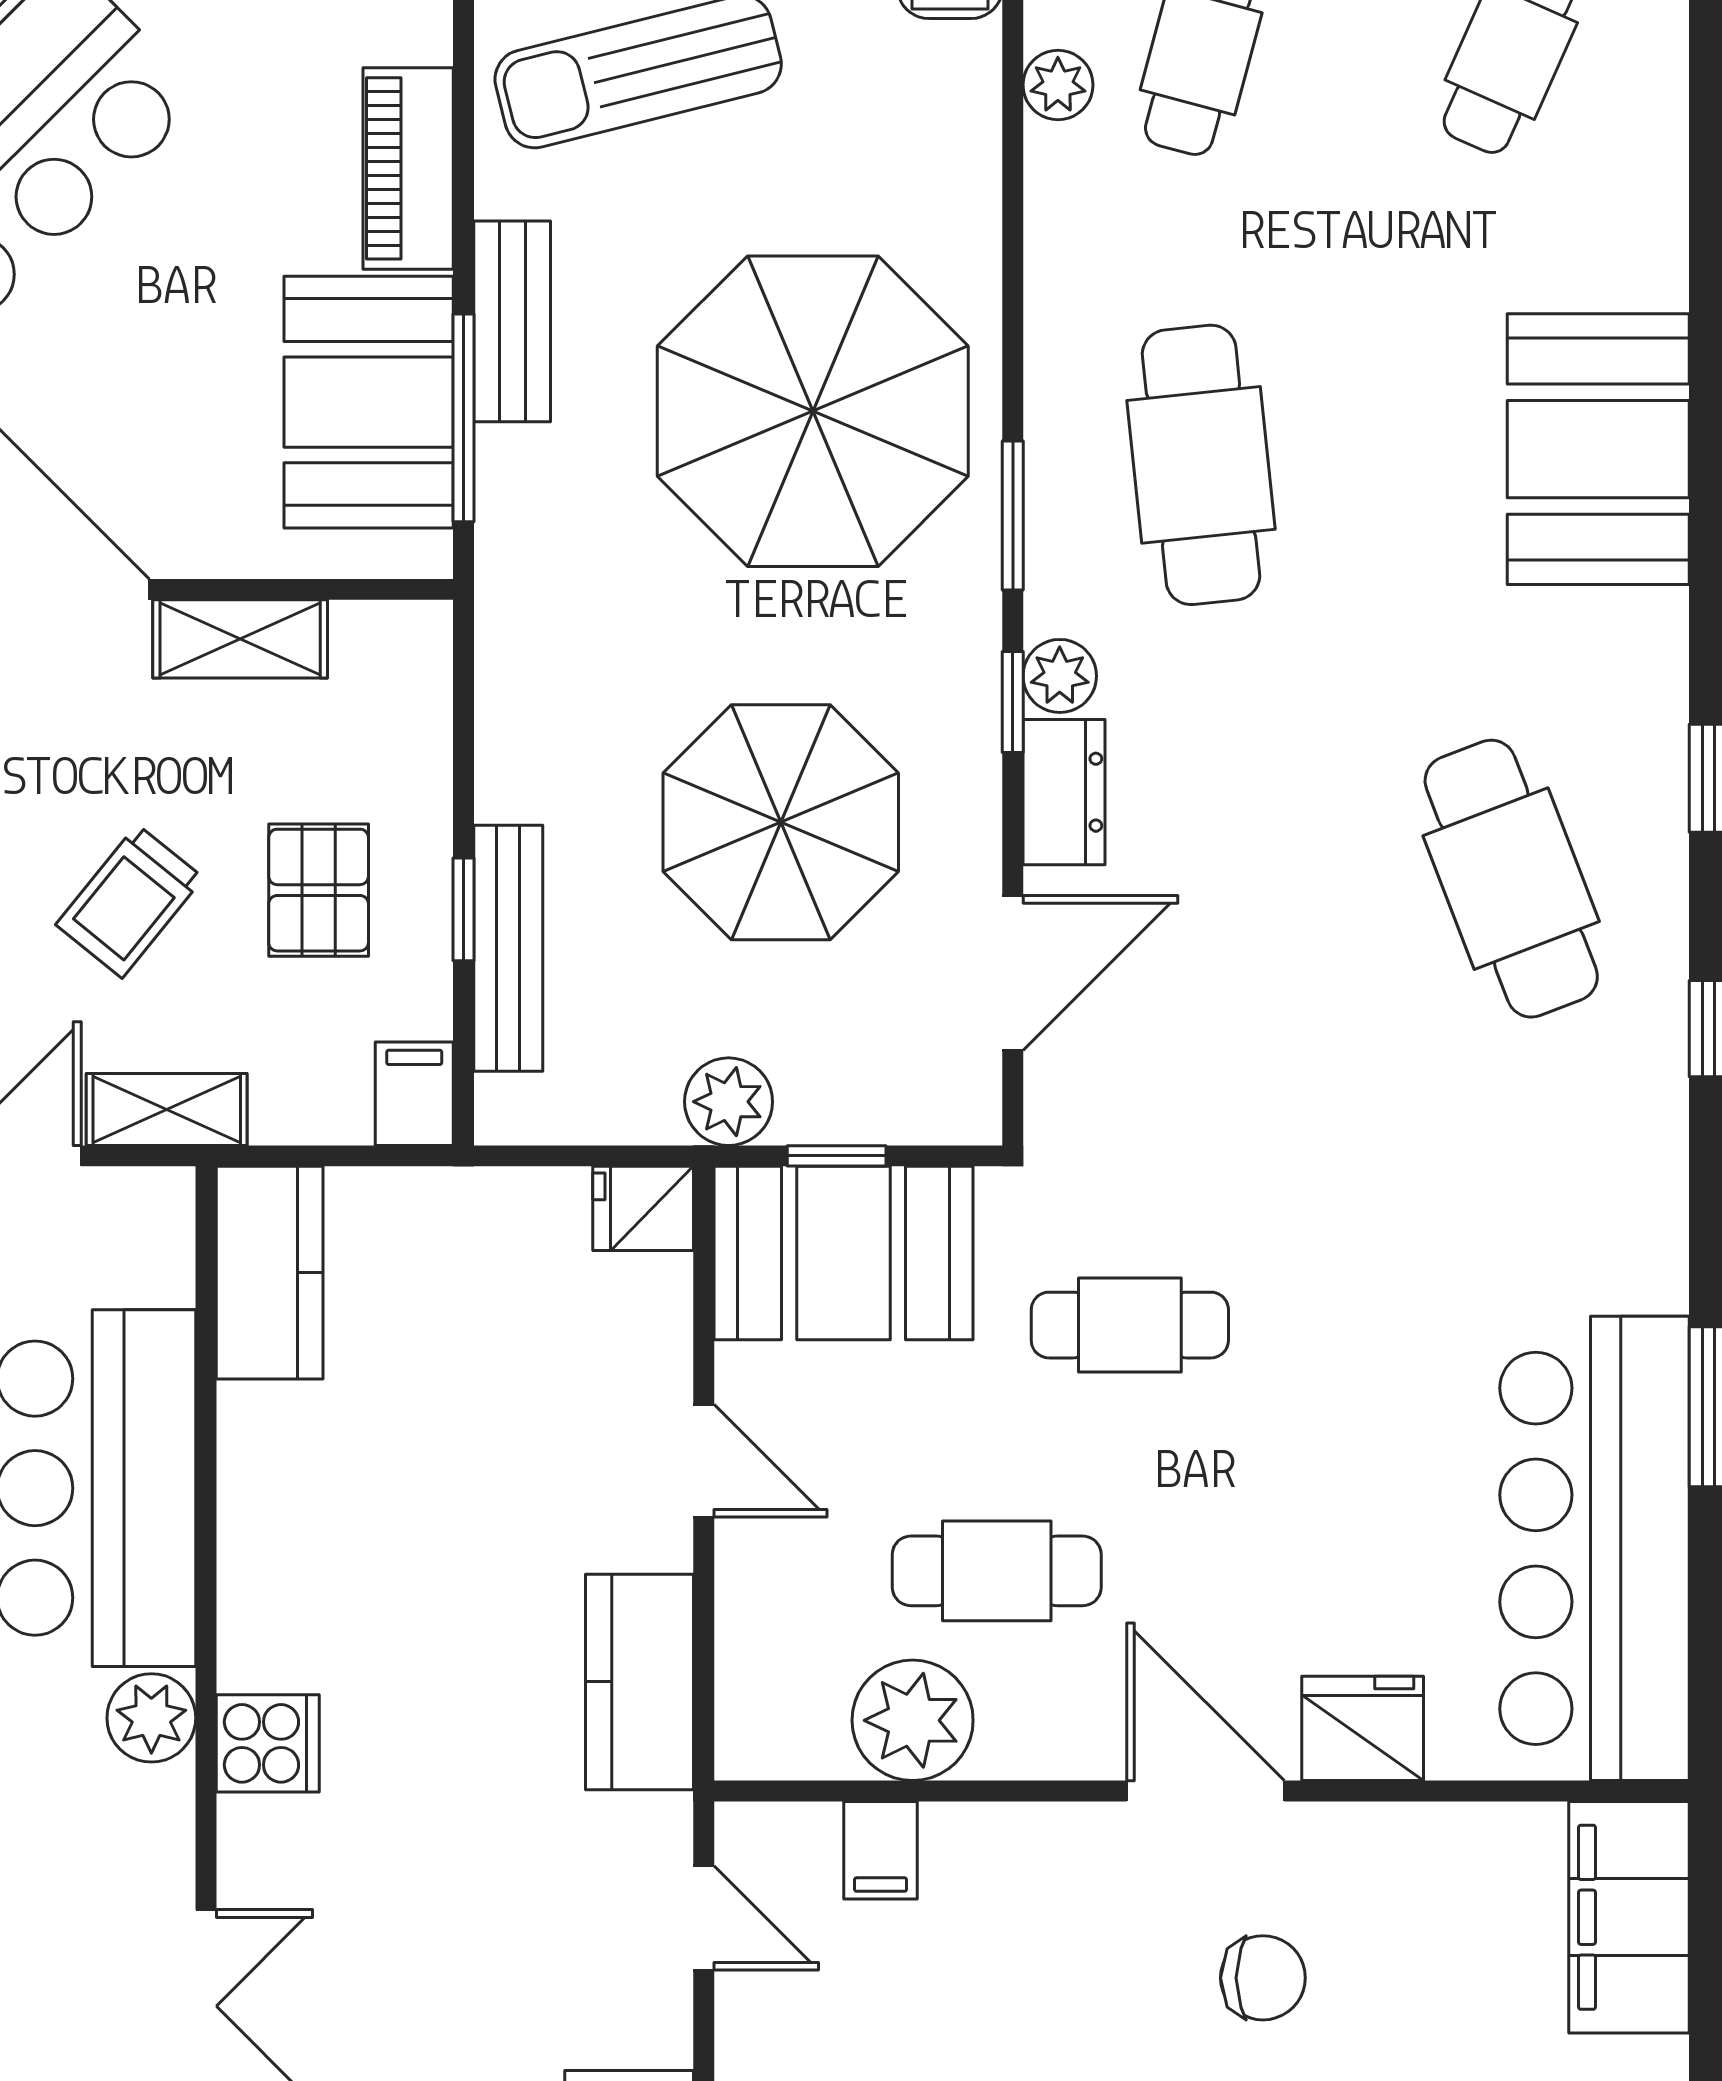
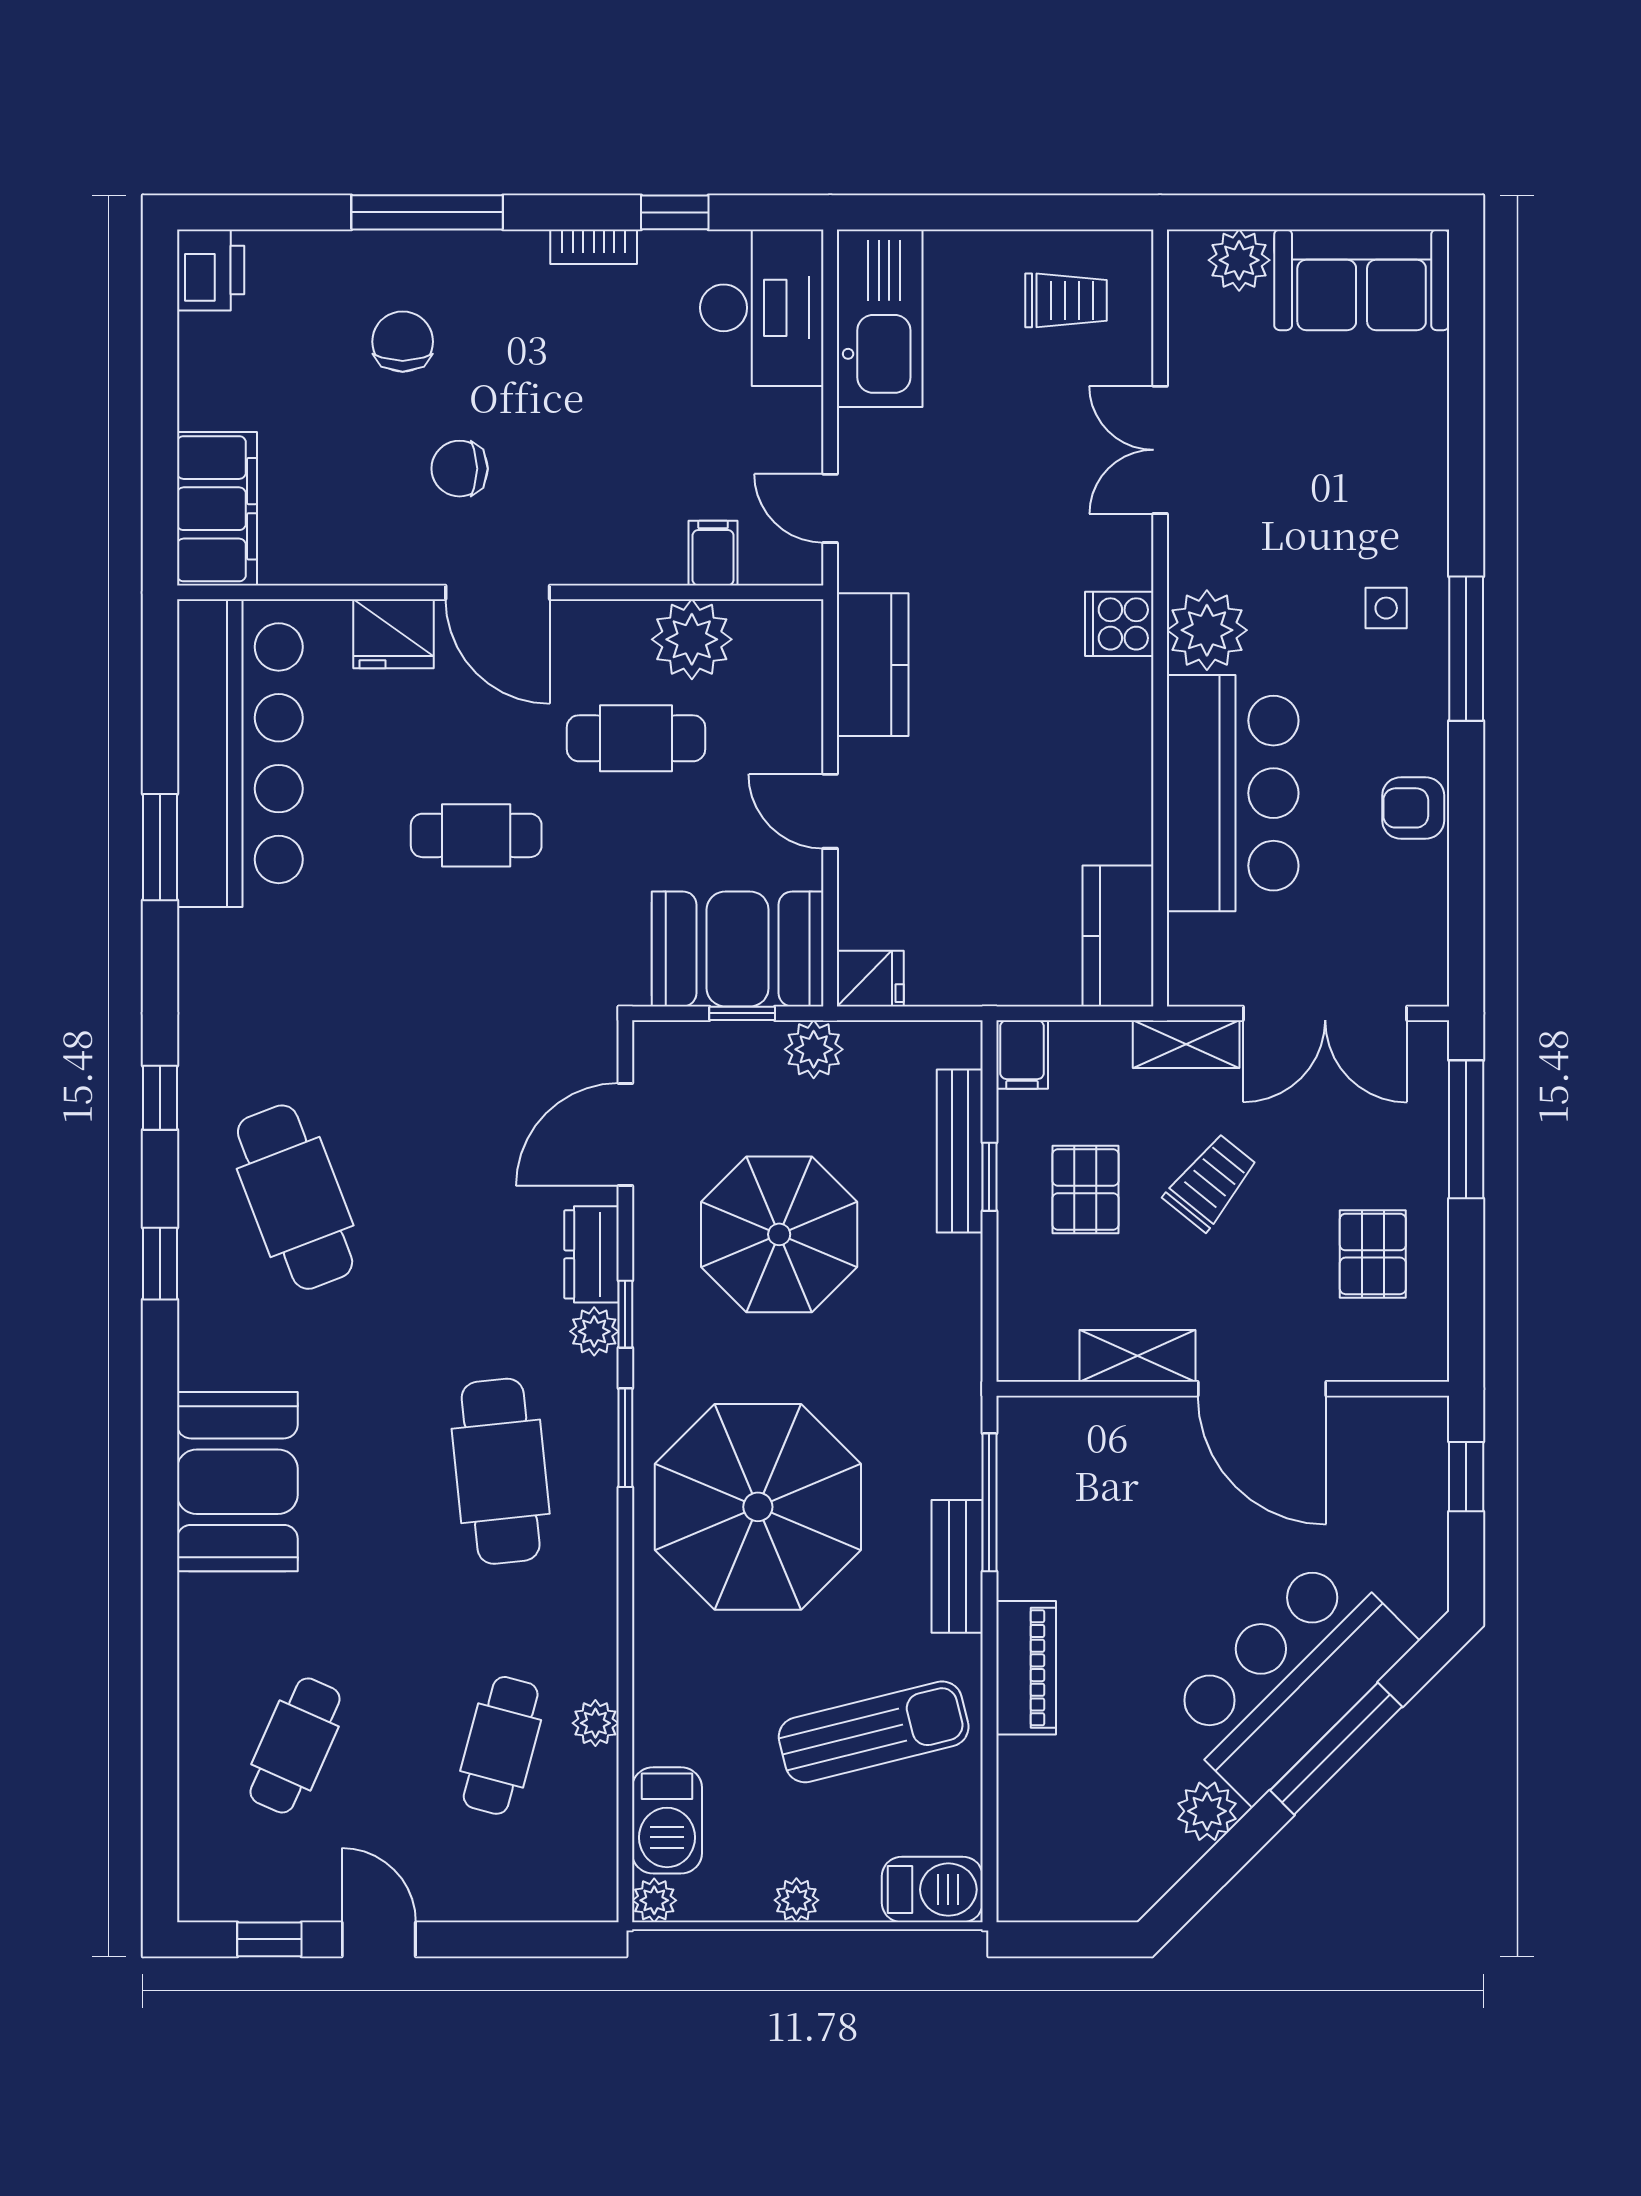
booth: (369, 402) -> (1052, 1513), removed
cafe table: (1130, 1325) -> (476, 835), moved
plant: (151, 1718) -> (1207, 630), width x1.36, depth x1.36

